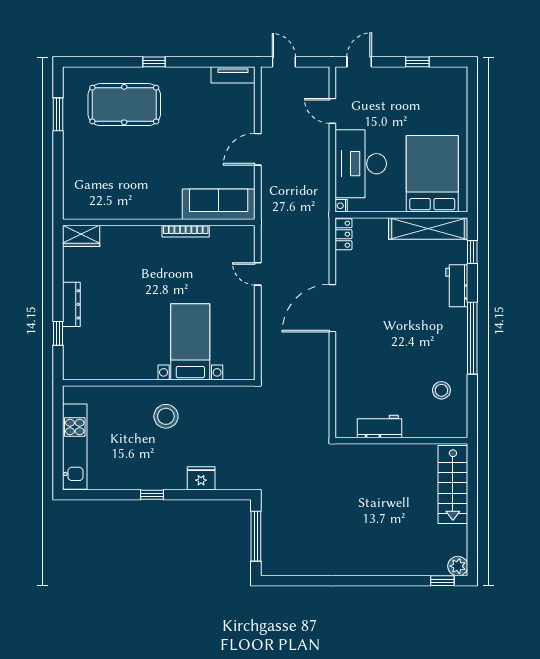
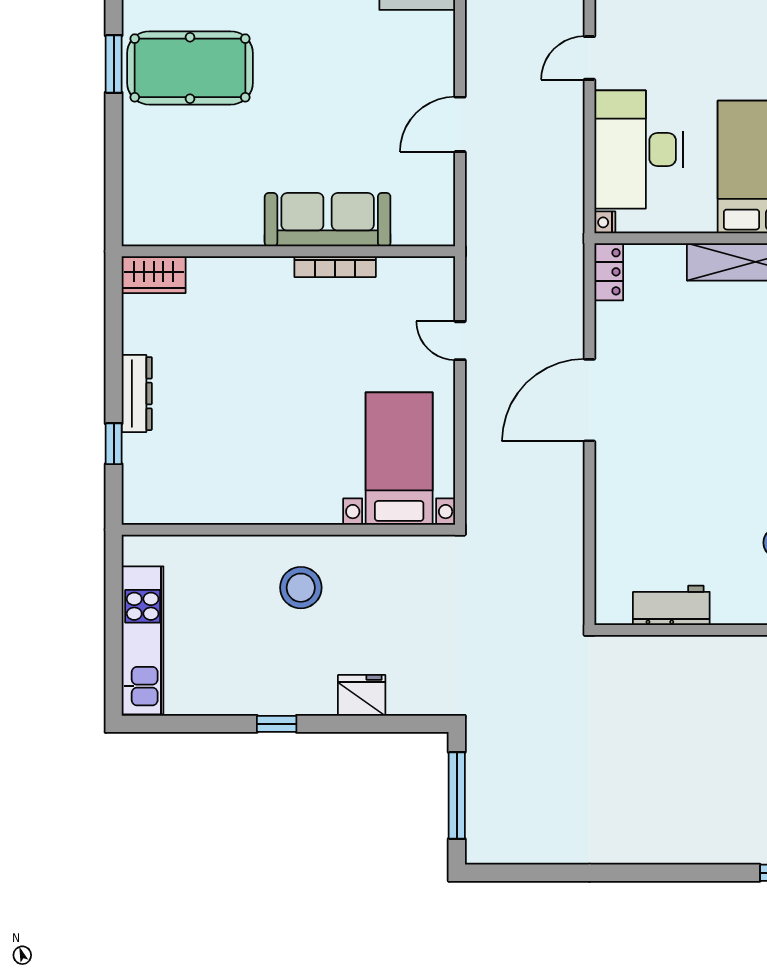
pool table: (124, 105) -> (190, 68), moved
door: (332, 111) -> (589, 58), hinge flipped
sofa: (219, 204) -> (328, 220), moved
bed with nightstands: (190, 342) -> (399, 459), moved

